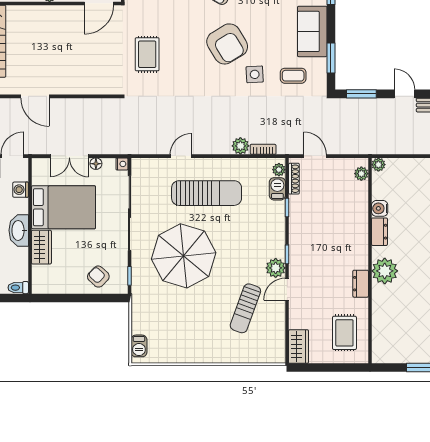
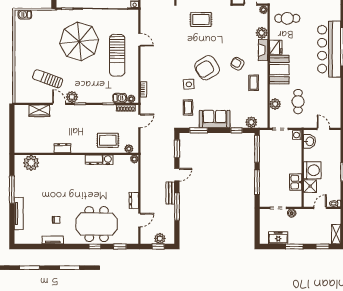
plant: (240, 146) -> (146, 76), removed
plant: (385, 271) -> (31, 163), moved
rug: (344, 333) -> (108, 140), moved
wardrobe: (298, 347) -> (39, 111), moved

